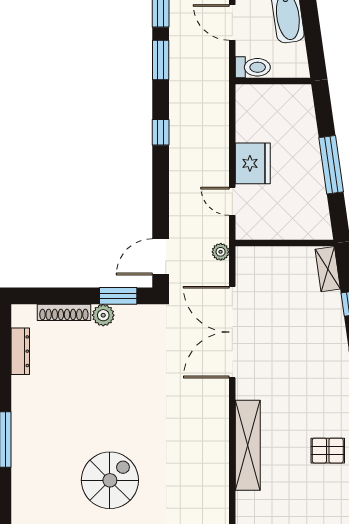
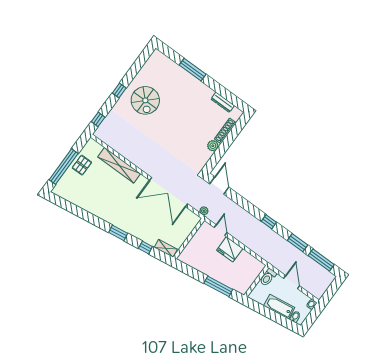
door: (232, 22) -> (292, 282), hinge flipped
window: (331, 165) -> (218, 286), moved
door: (232, 201) -> (221, 230), hinge flipped
window: (118, 296) -> (216, 157), removed
double door: (232, 332) -> (169, 192), swing flipped
pallet: (328, 451) -> (82, 165), moved

